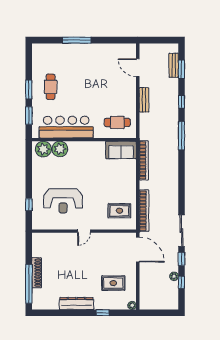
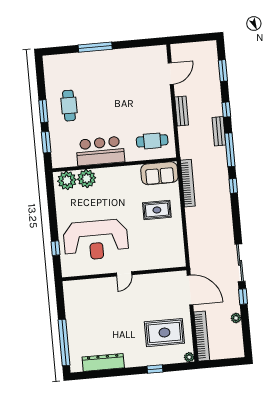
bench: (174, 65) -> (219, 131), moved
door: (138, 68) -> (171, 74), swing flipped
bar counter: (66, 127) -> (100, 151), width x0.73
reception desk: (63, 201) -> (96, 240), width x1.36, depth x1.30
rug: (119, 211) -> (157, 210), moved
bookcase: (144, 211) -> (202, 336), moved
shoe rack: (37, 273) -> (72, 328), removed
window: (181, 282) -> (233, 186), moved
rug: (113, 283) -> (164, 333), width x1.36, depth x1.43
dresser: (76, 303) -> (103, 362), moved

